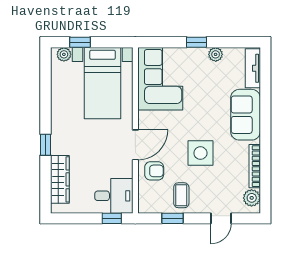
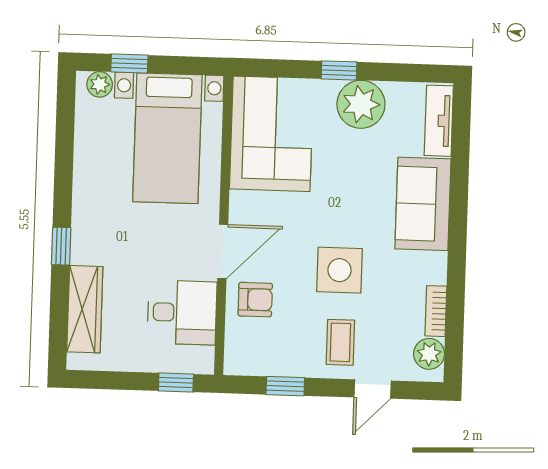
plant: (216, 54) -> (361, 104), width x1.87, depth x1.87
bookcase: (255, 166) -> (436, 311), width x0.64
coffee table: (181, 195) -> (340, 342), moved
desk: (114, 196) -> (182, 312), moved

